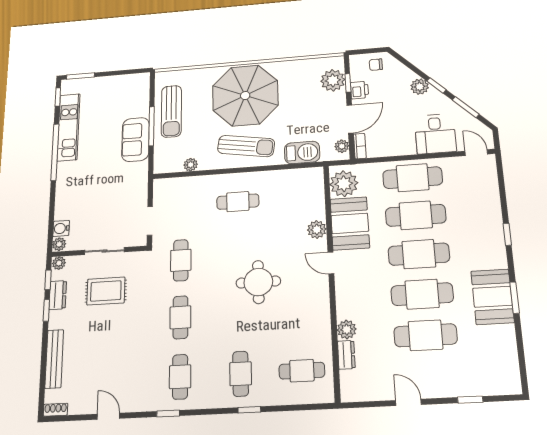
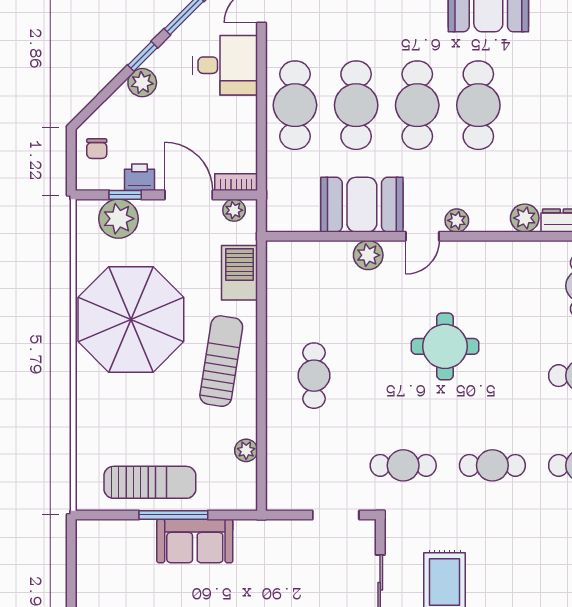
parasol: (245, 96) -> (131, 319), moved
plant: (344, 184) -> (457, 220), moved, width x0.53, depth x0.53
cafe table: (425, 335) -> (539, 105), removed

